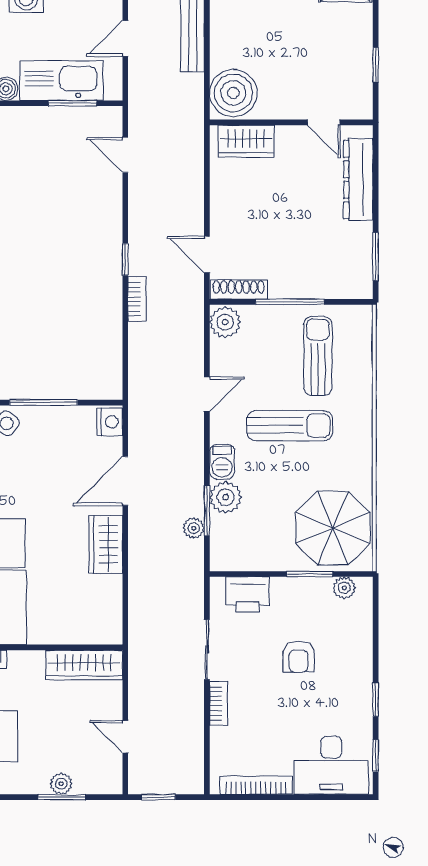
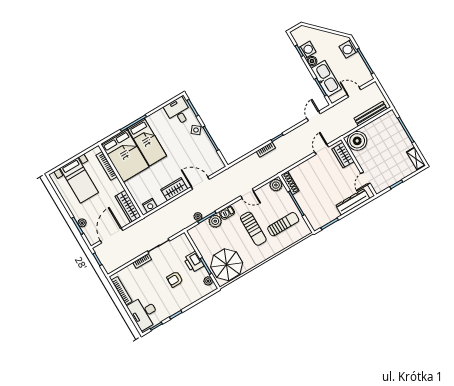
door: (207, 255) -> (322, 149), moved
nightstand: (110, 422) -> (150, 206), moved
printer: (248, 594) -> (194, 262), moved
door: (125, 737) -> (111, 235), width x1.87

